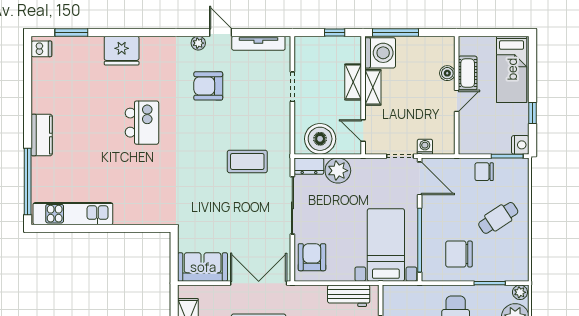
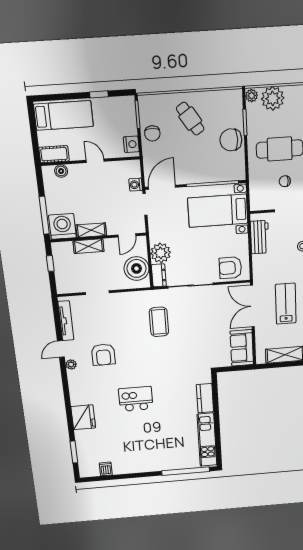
dishwasher: (41, 49) -> (106, 469), moved
boiler: (447, 73) -> (61, 171), moved
cot: (468, 73) -> (54, 154), moved
kitchen counter: (42, 135) -> (205, 398), moved, turned -90
nightstand: (520, 145) -> (131, 144), moved, turned 90
chair: (459, 254) -> (231, 140), moved, turned 90

